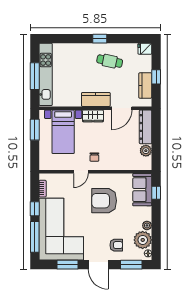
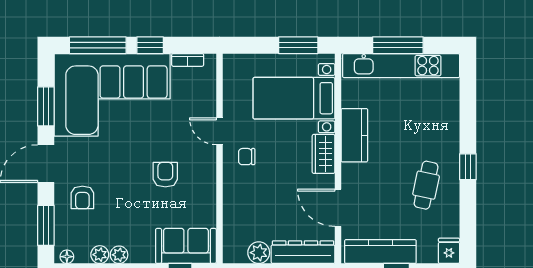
kitchen counter: (145, 85) -> (380, 252), width x1.50
kitchen counter: (96, 99) -> (354, 135), moved
armchair: (104, 201) -> (165, 175), width x0.53, depth x0.53
plant: (143, 240) -> (100, 255), width x0.53, depth x0.53

